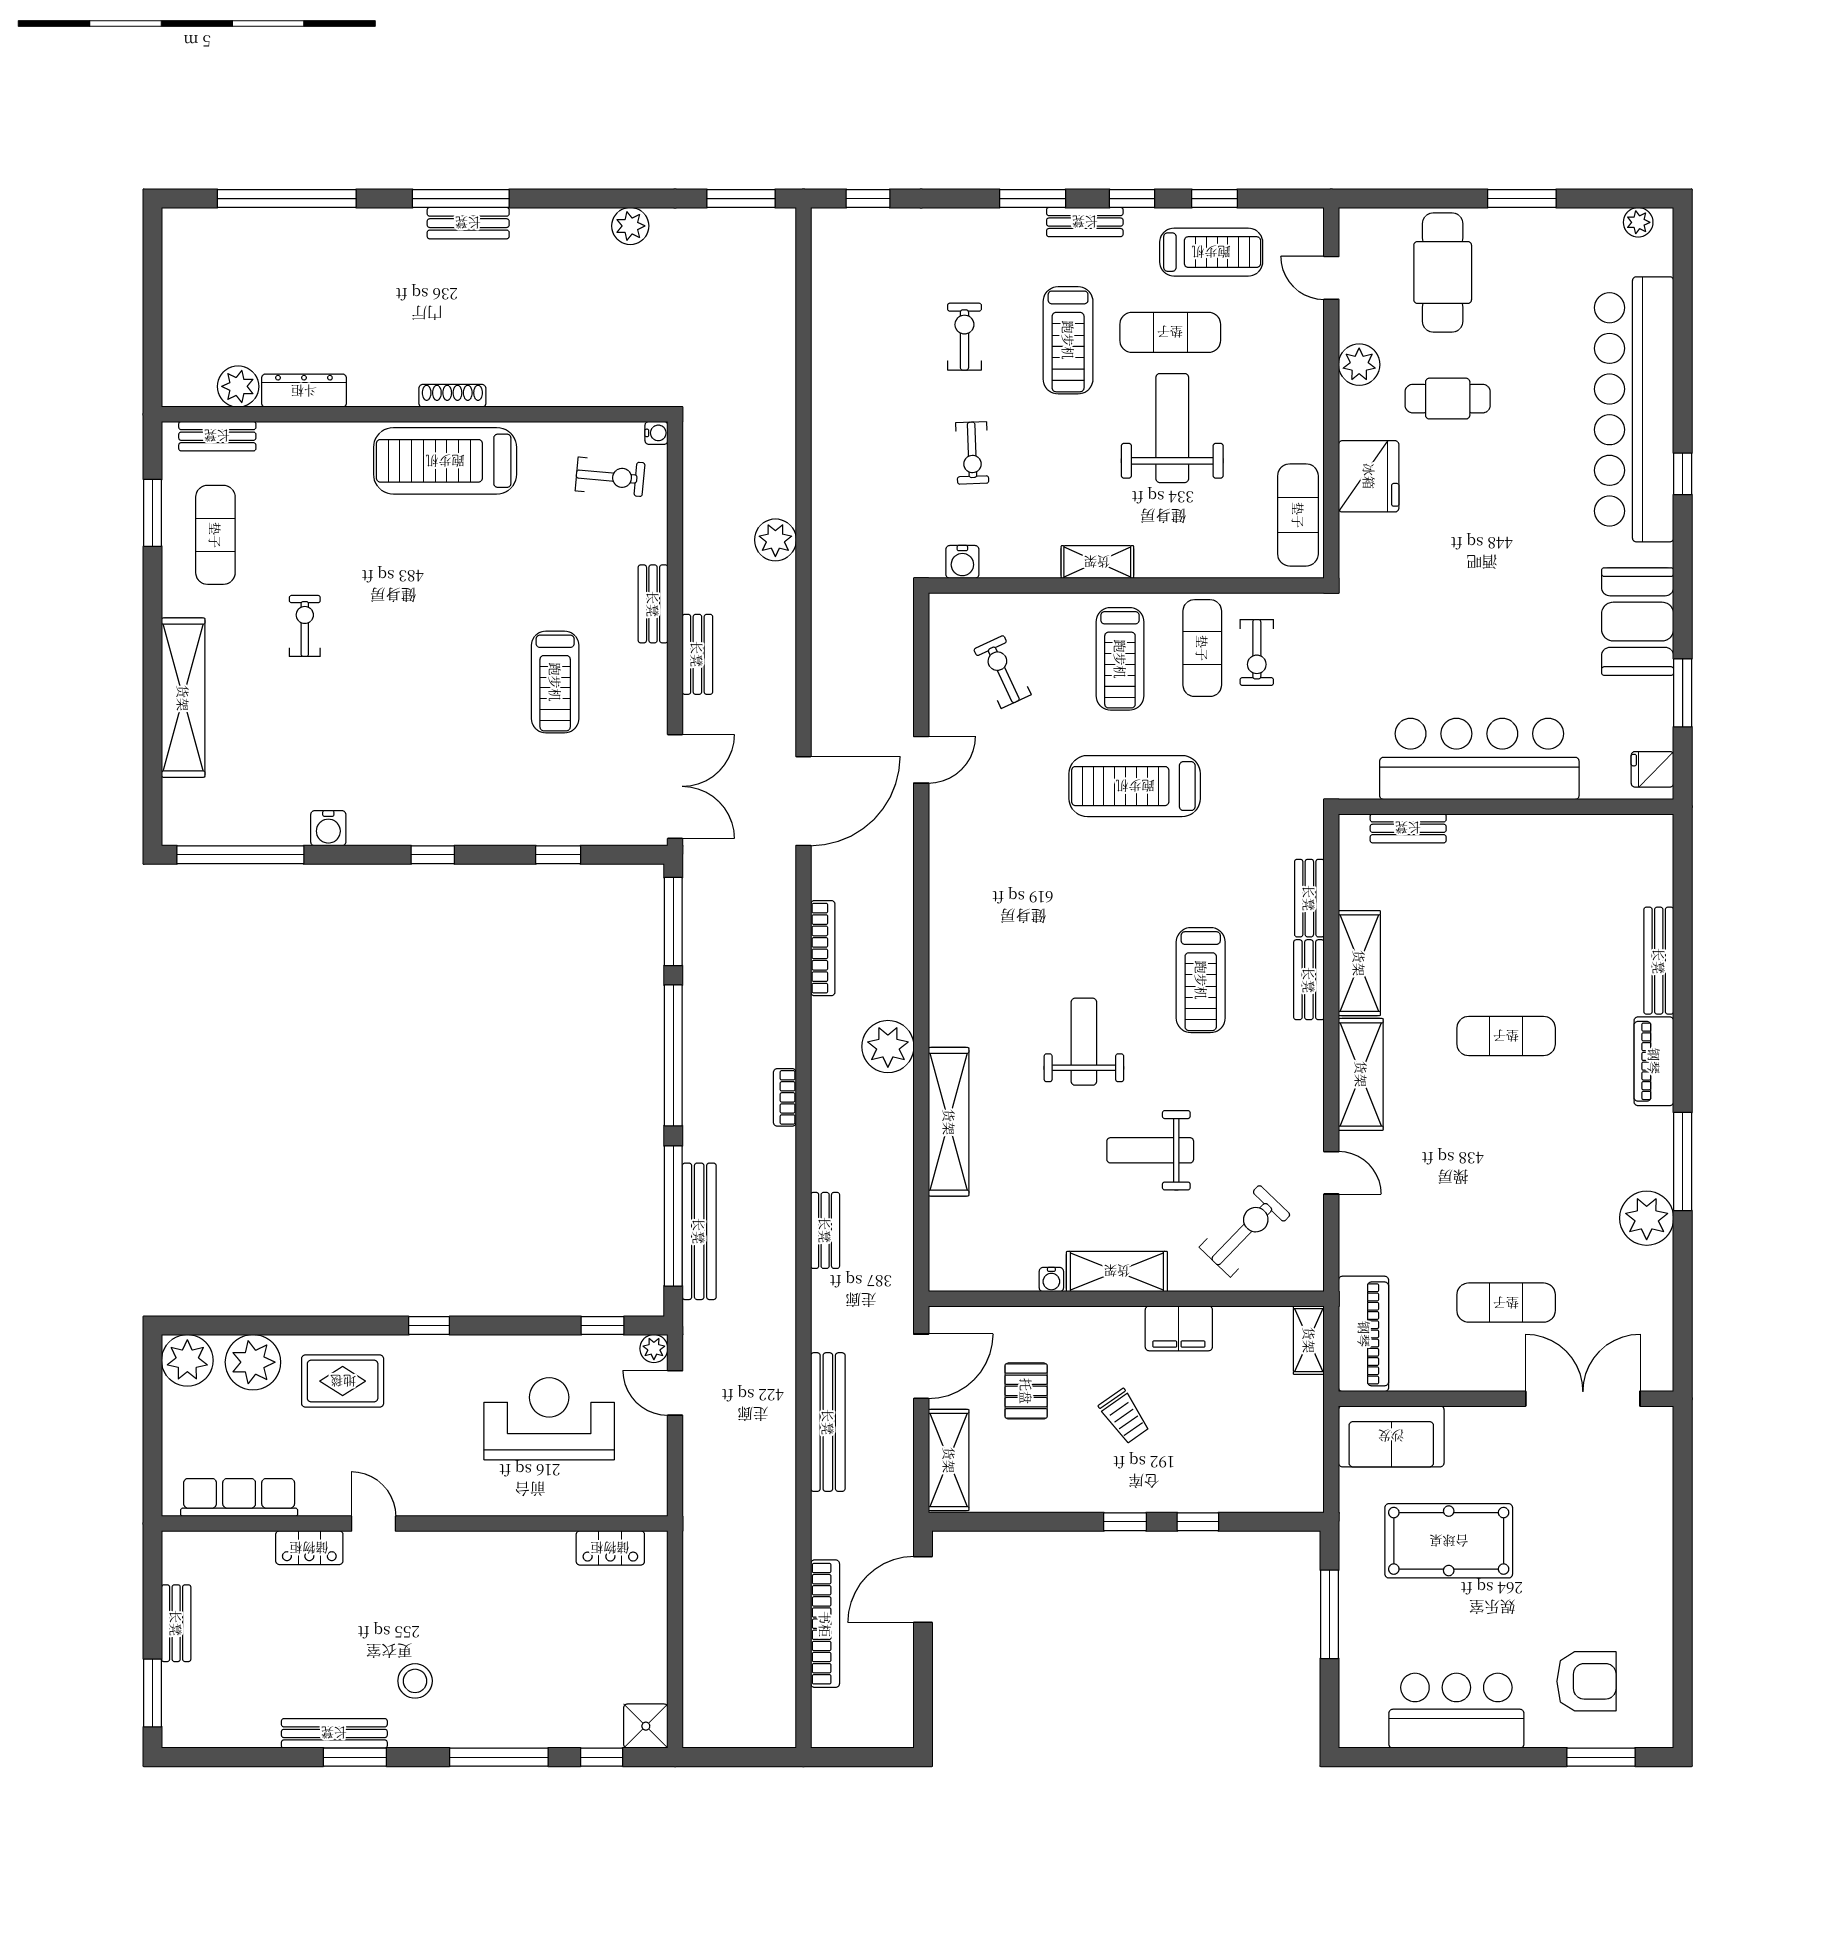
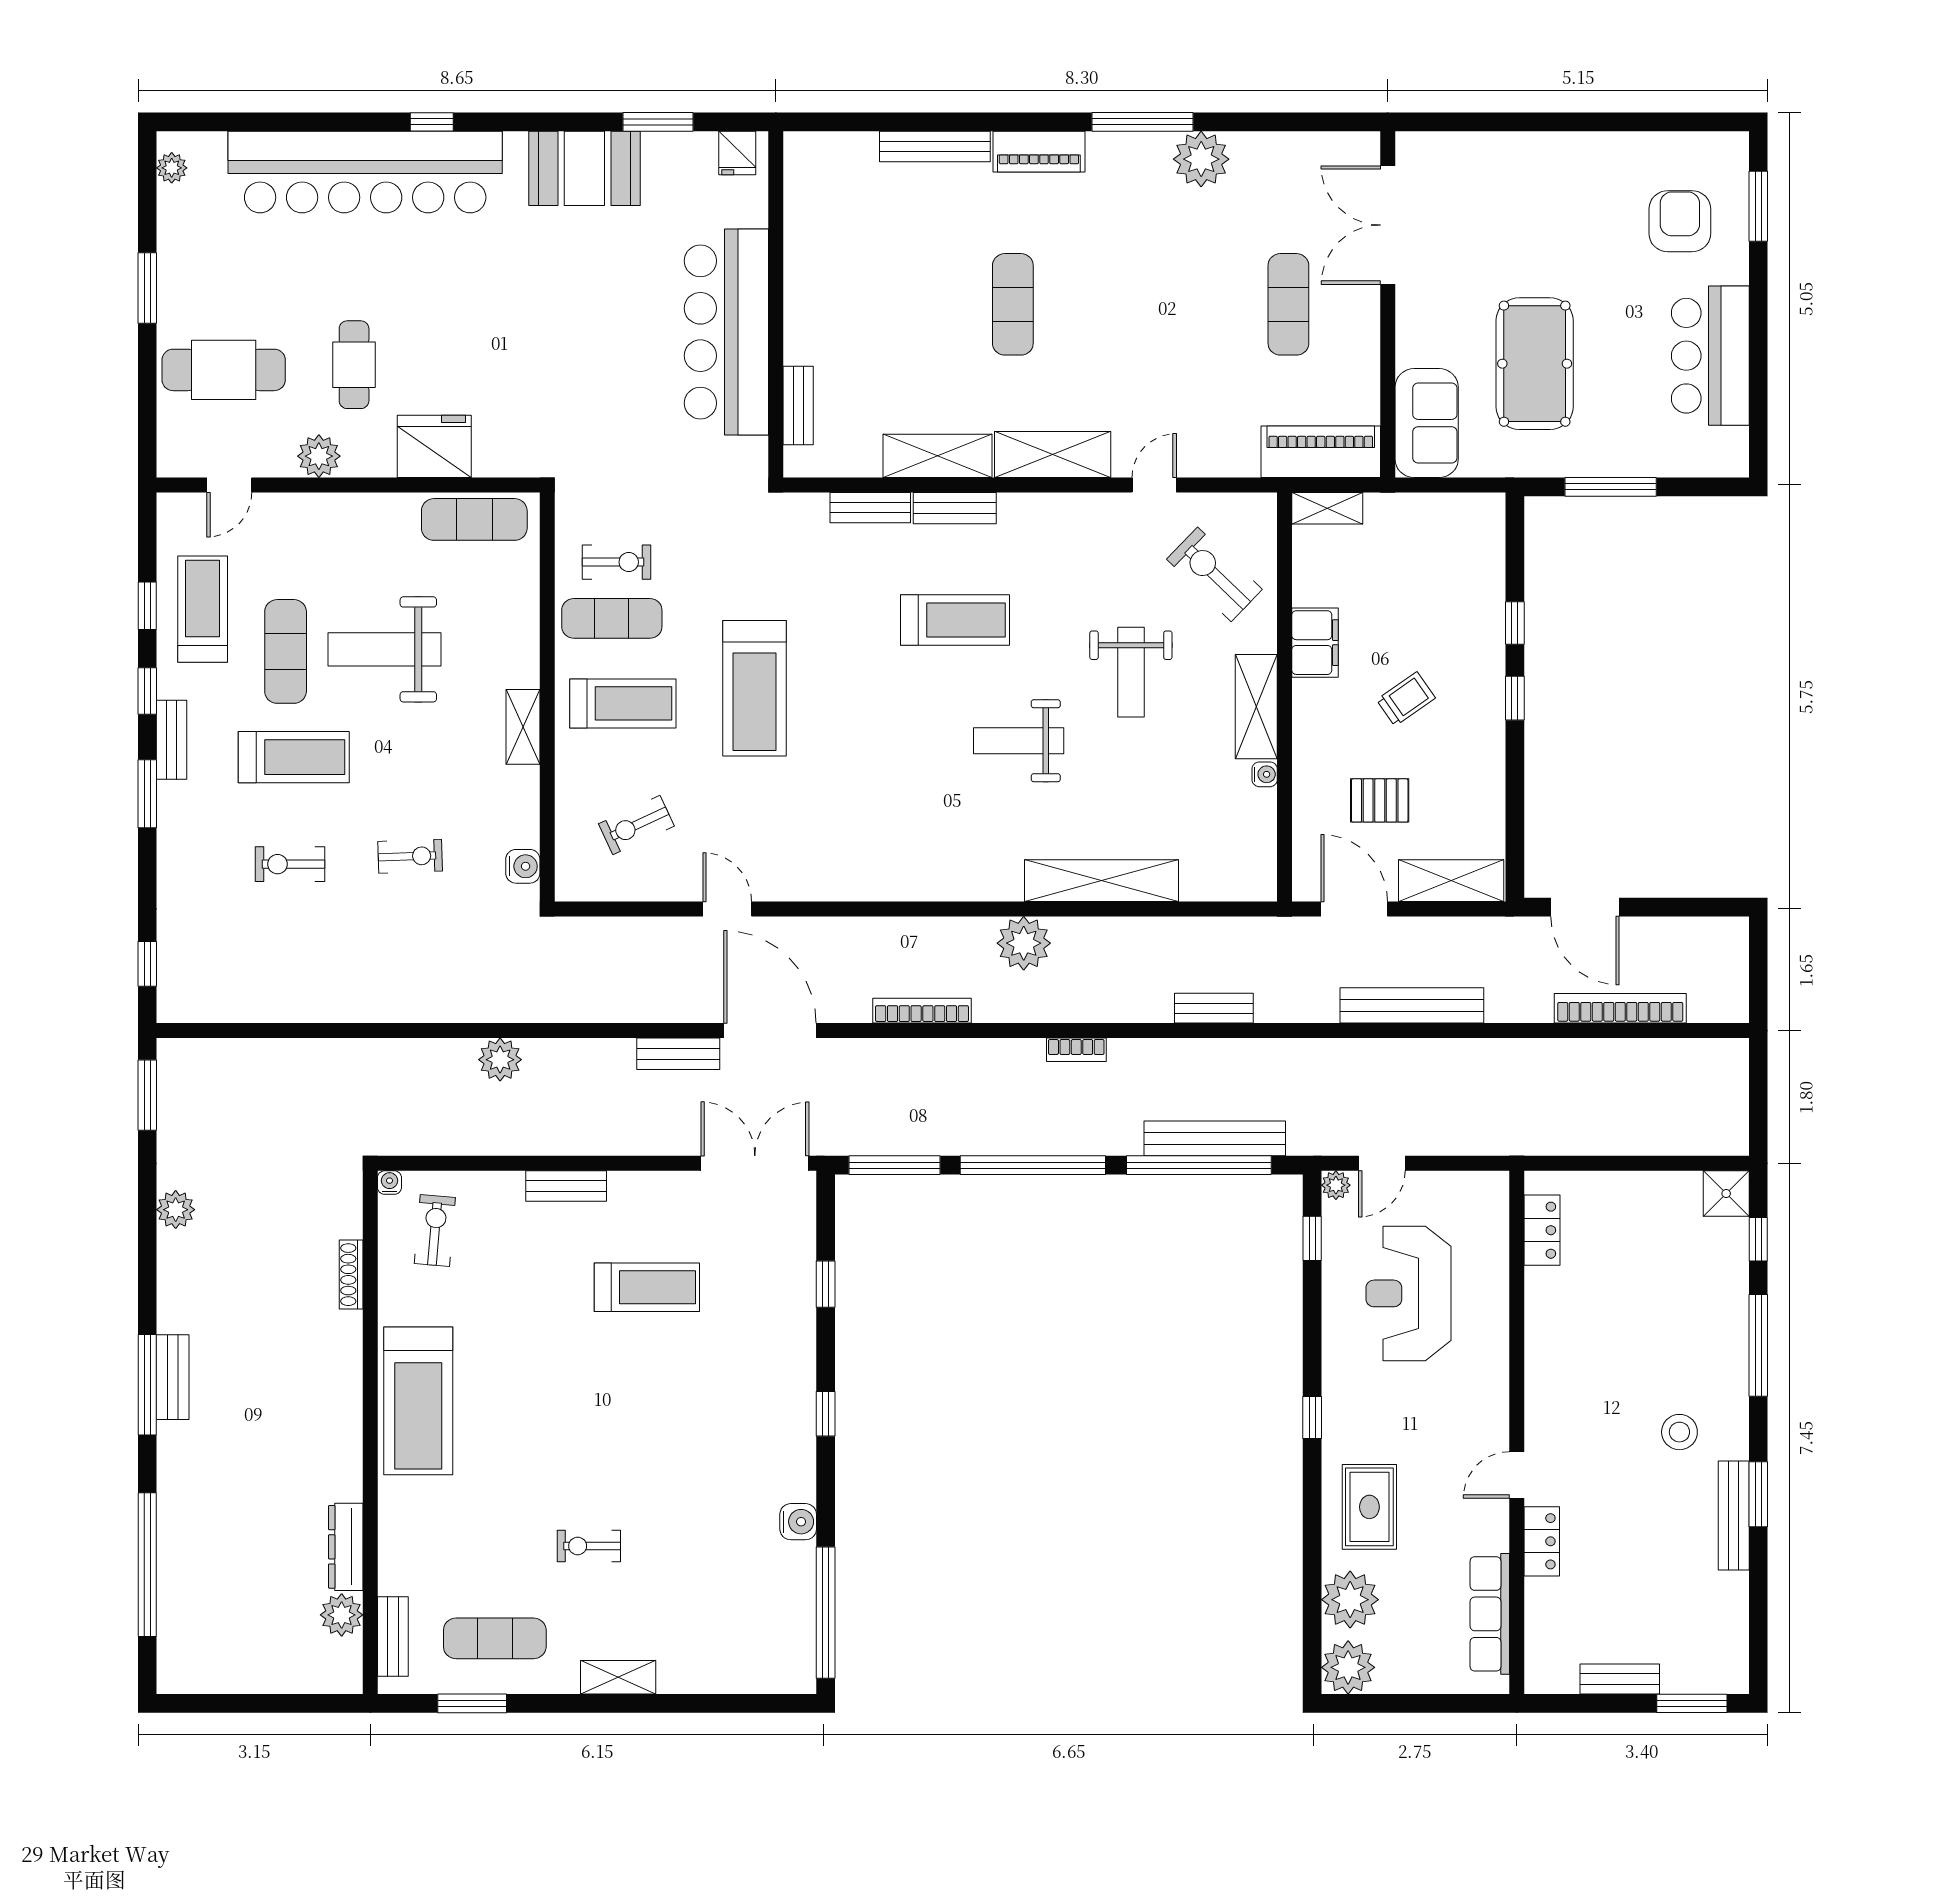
shoe rack: (452, 396) -> (351, 1275), moved
bench: (697, 654) -> (678, 1054), moved
shelving: (183, 698) -> (618, 1677), width x0.45, depth x0.75

